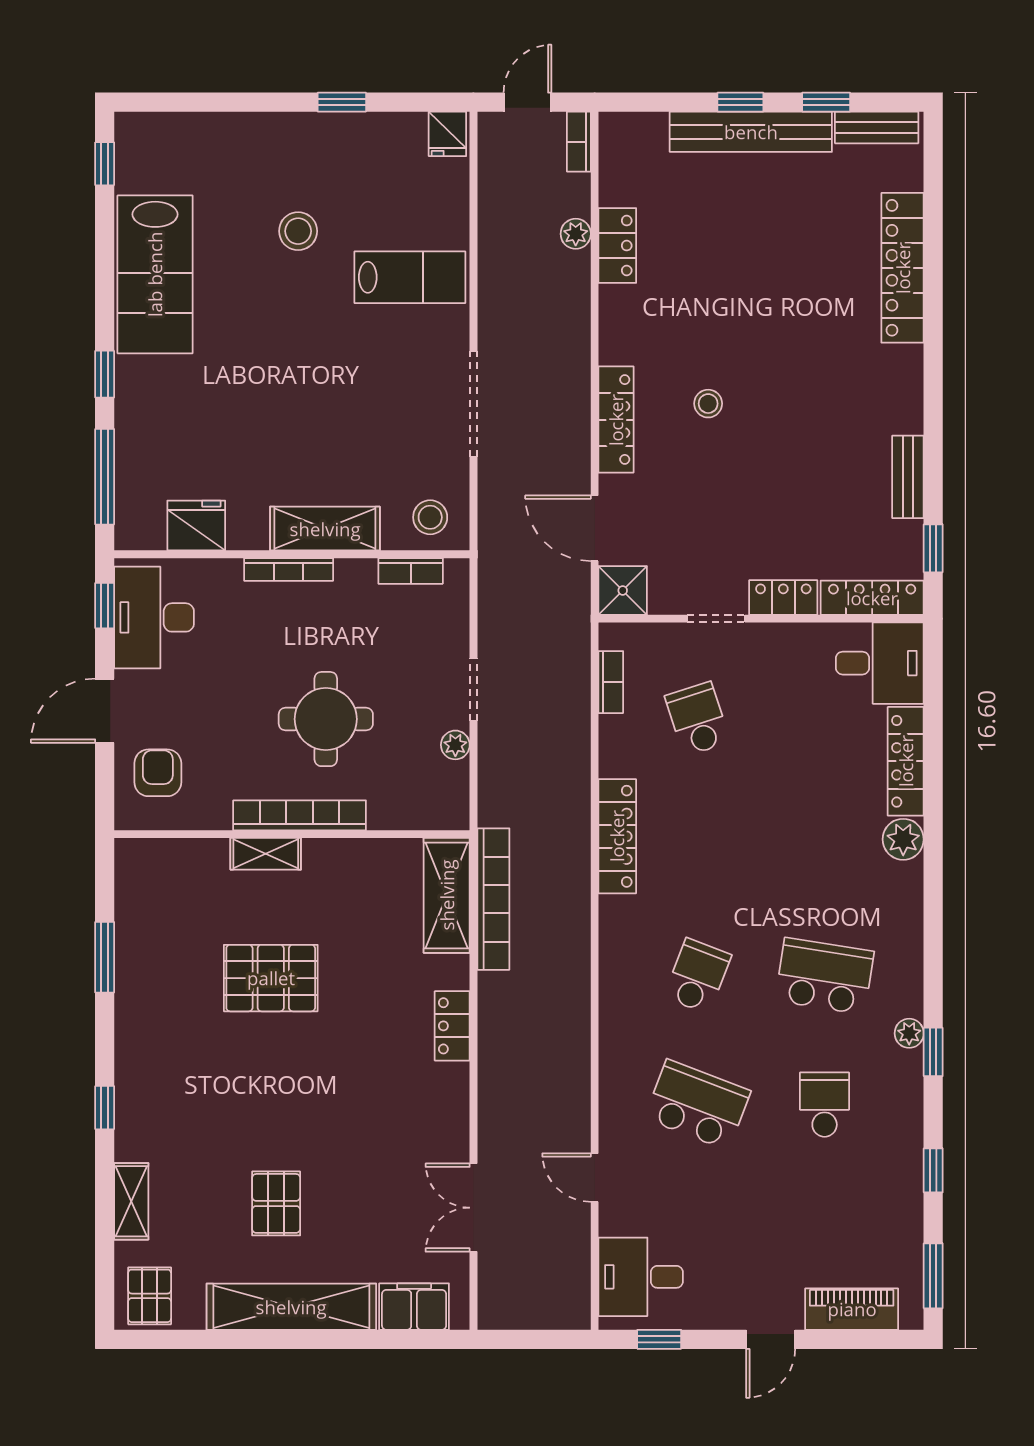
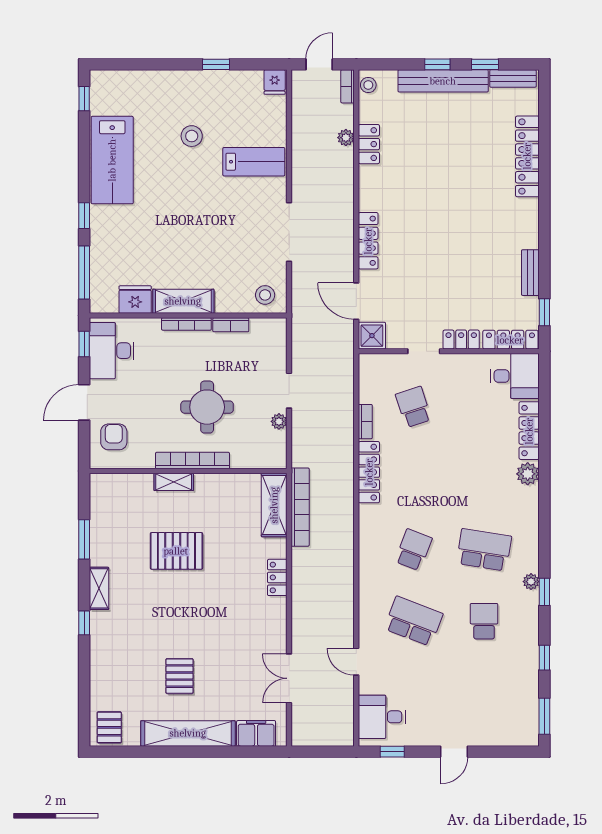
stool: (708, 404) -> (368, 85), moved
shelving: (325, 529) -> (183, 301), moved
bookcase: (411, 571) -> (231, 325), moved
bookcase: (611, 682) -> (365, 422), moved
shelving: (131, 1201) -> (99, 588), moved
piano: (852, 1309) -> (499, 735), removed

